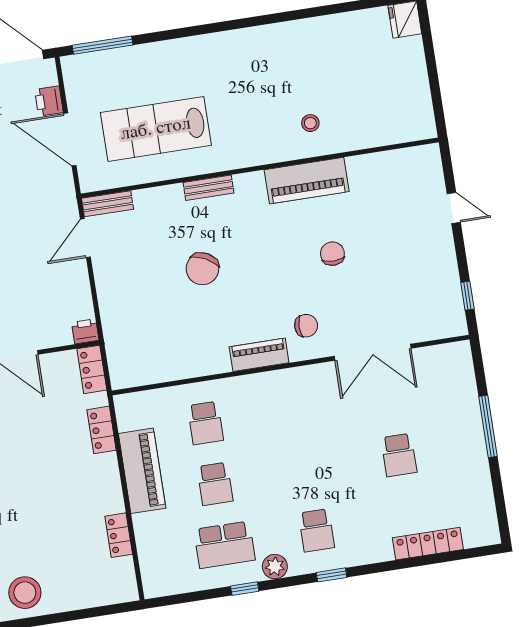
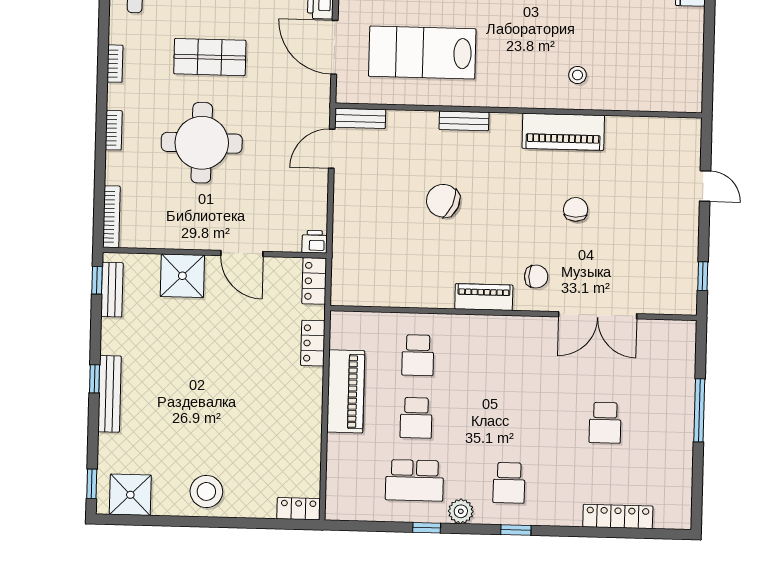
chair: (202, 269) -> (443, 201), turned 86
locker: (119, 535) -> (299, 509), moved, turned 90

